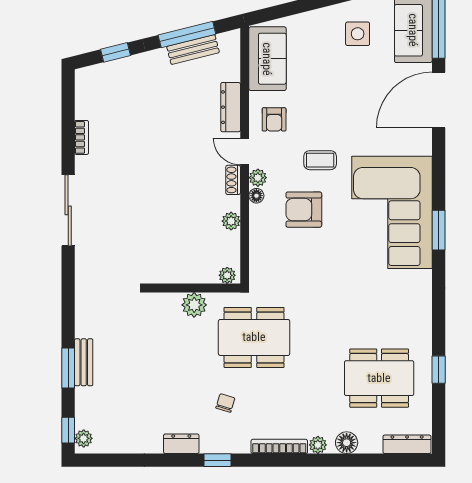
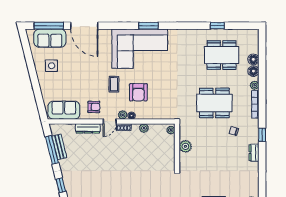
dining table: (254, 337) -> (214, 103), moved, turned 90
dining table: (379, 378) -> (222, 55), turned 90
floor lamp: (370, 443) -> (253, 59), added
dresser: (407, 444) -> (254, 41), removed

